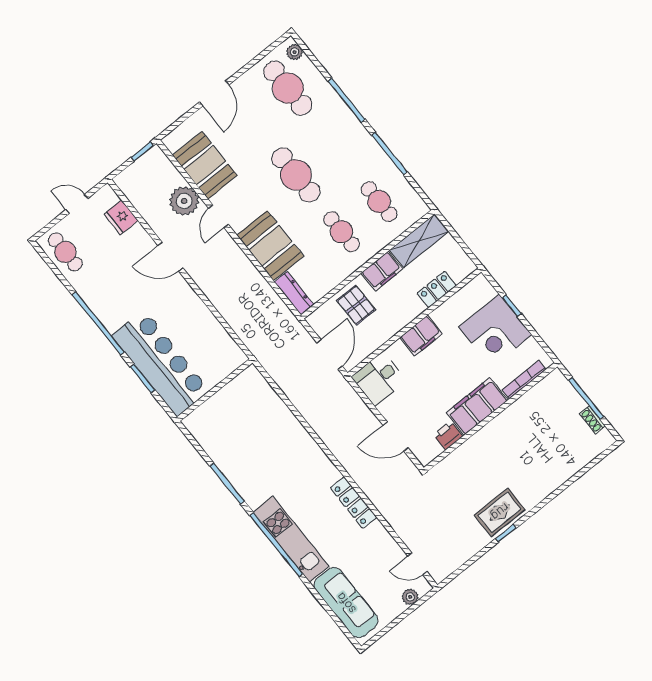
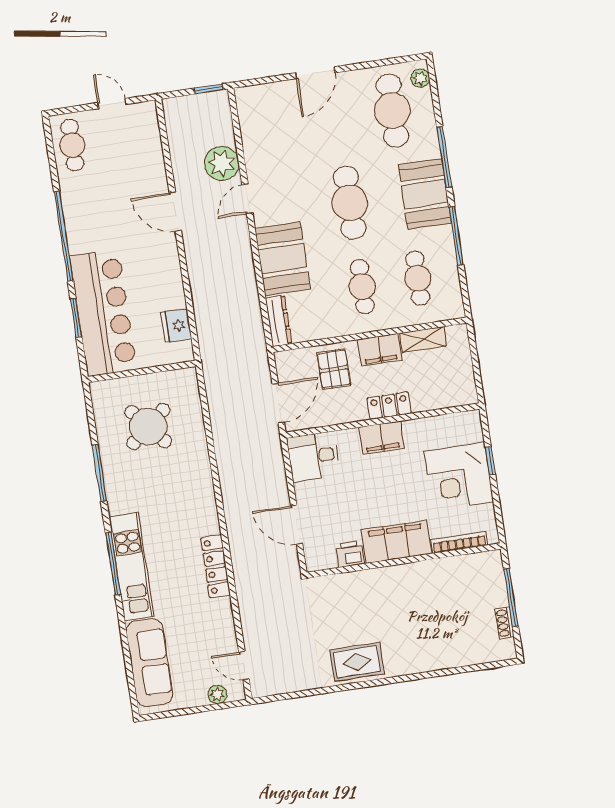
booth: (205, 165) -> (425, 194), moved
fridge: (121, 217) -> (176, 326), moved
shelving: (419, 241) -> (423, 340), width x0.67, depth x0.75
locker: (437, 289) -> (389, 406), moved
round table: (243, 428) -> (148, 427), added
window: (506, 533) -> (351, 686), removed
window: (276, 545) -> (113, 564), width x0.68

